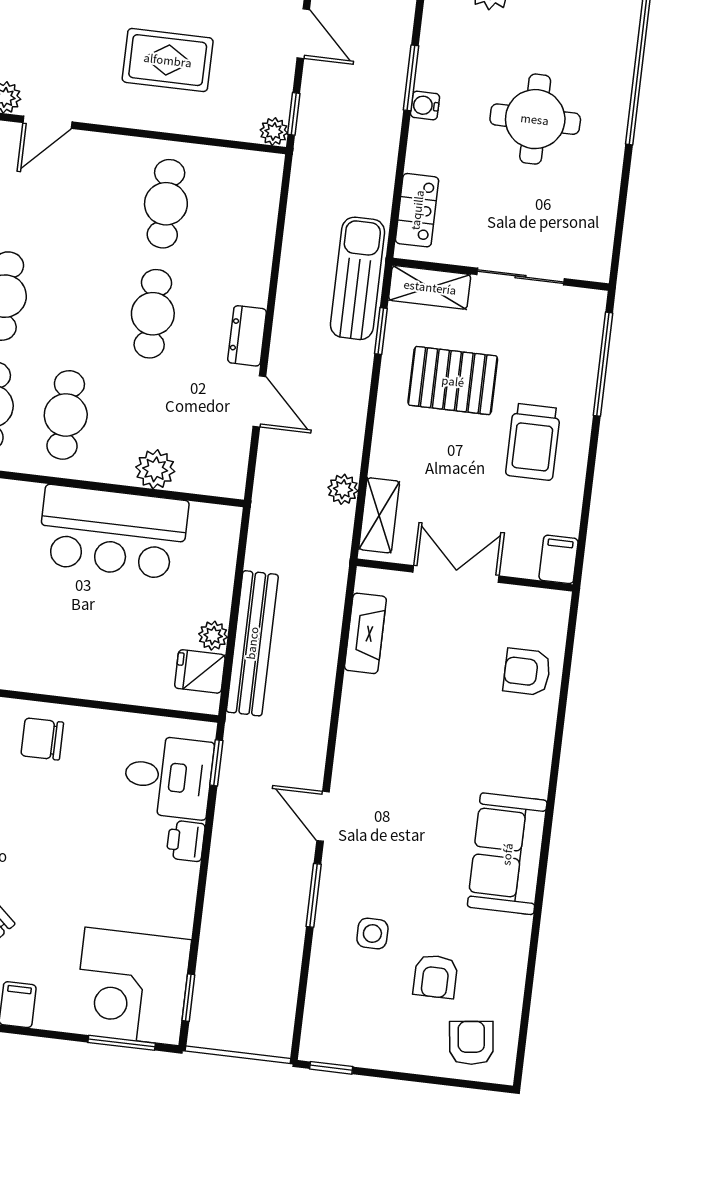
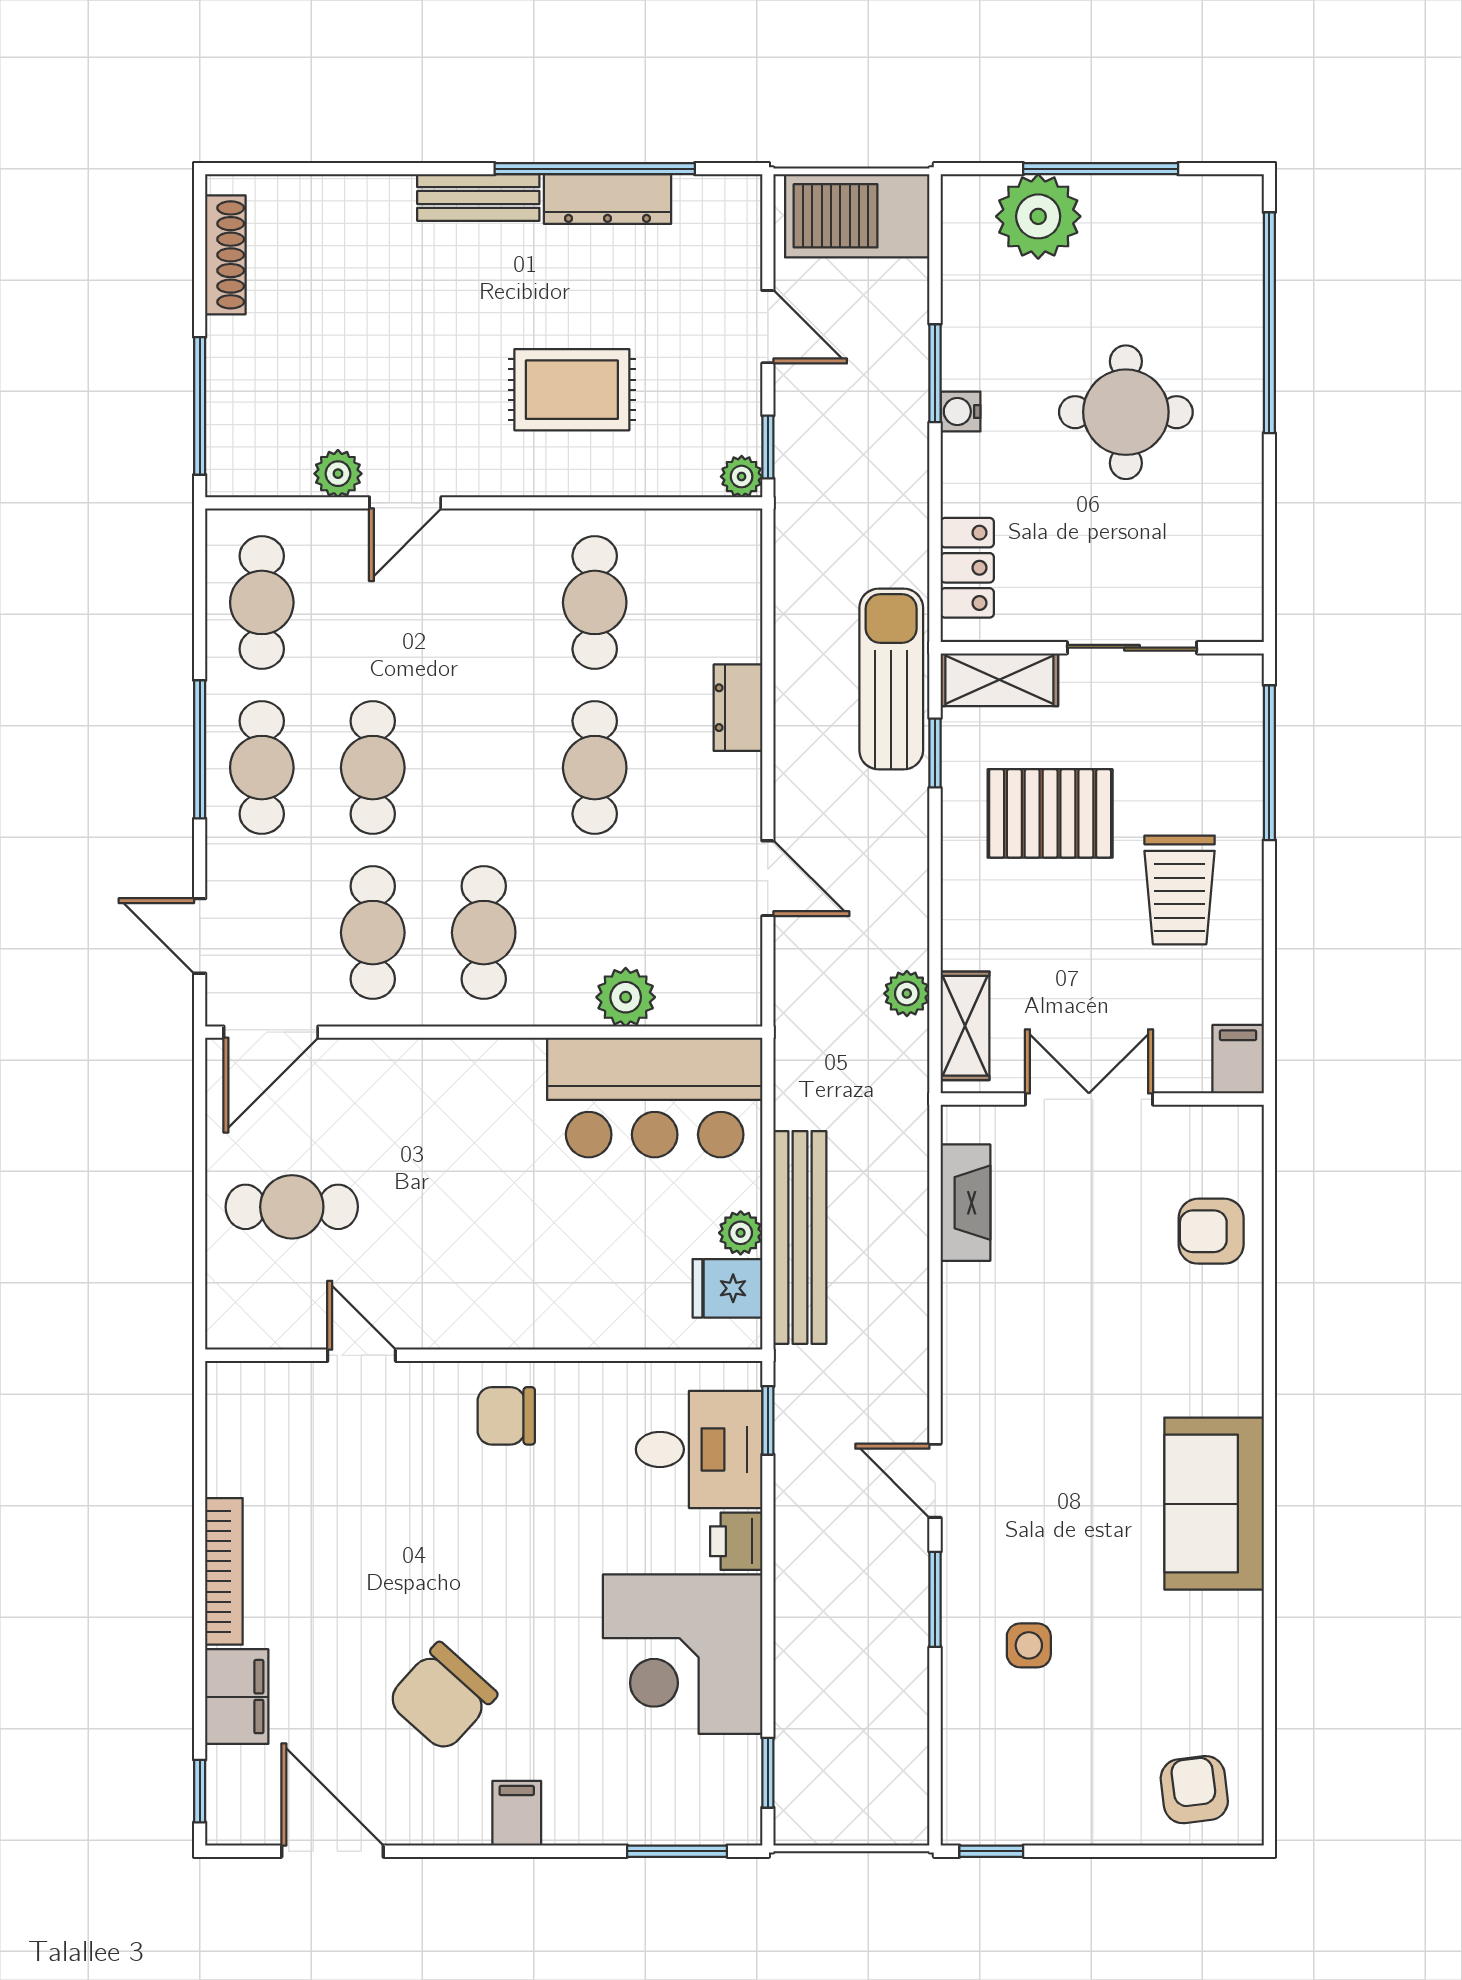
dresser: (247, 336) -> (738, 708), moved
bar counter: (113, 532) -> (655, 1098), moved
armchair: (435, 976) -> (1129, 1698), removed
corner desk: (132, 986) -> (683, 1654), moved

